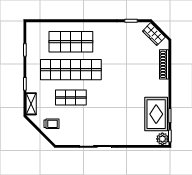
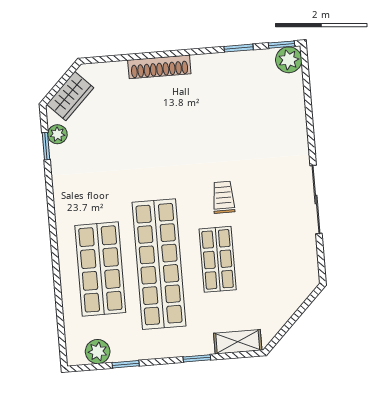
plant: (136, 27) -> (57, 134), added
plant: (32, 37) -> (98, 352), added
shoe rack: (164, 64) -> (159, 67), moved
rug: (156, 114) -> (238, 77), removed
trolley: (51, 124) -> (223, 197), moved

